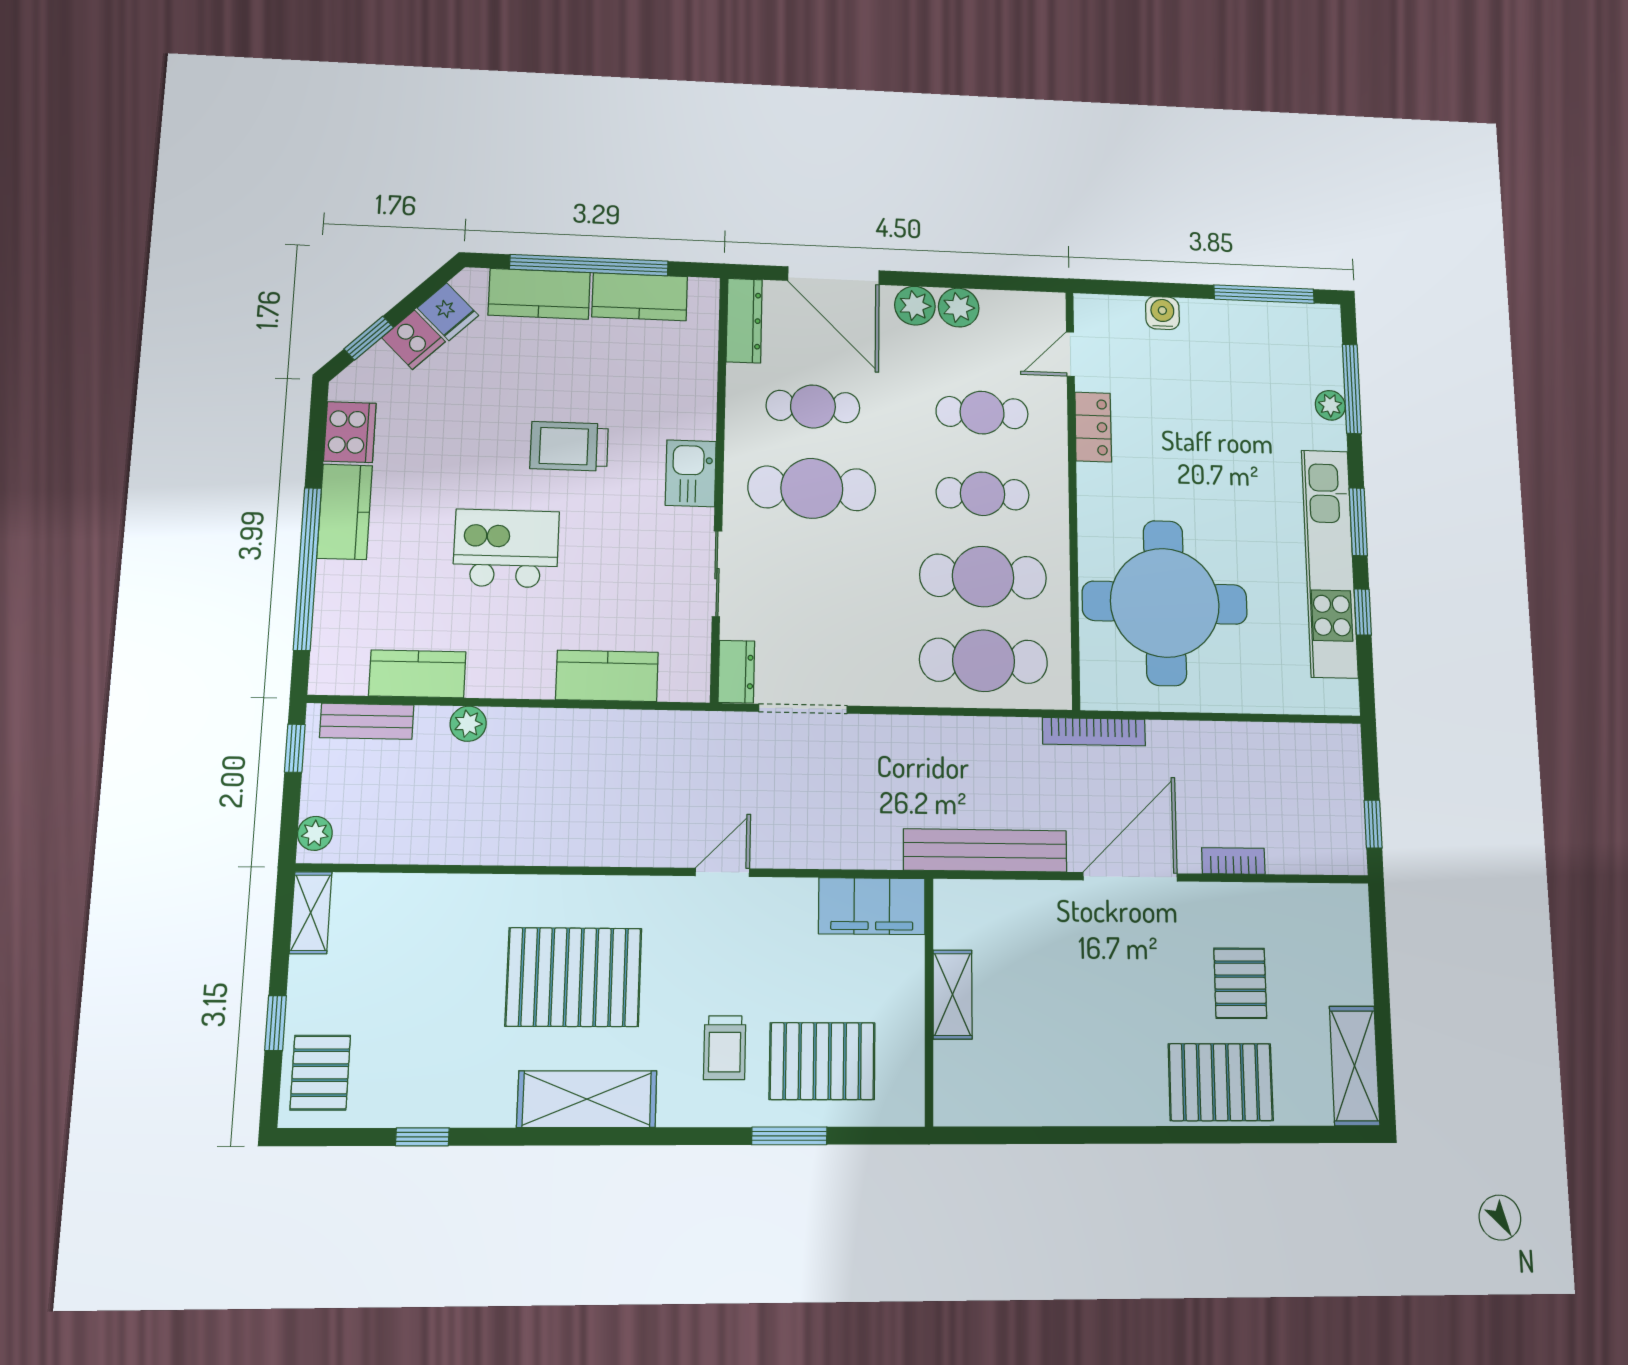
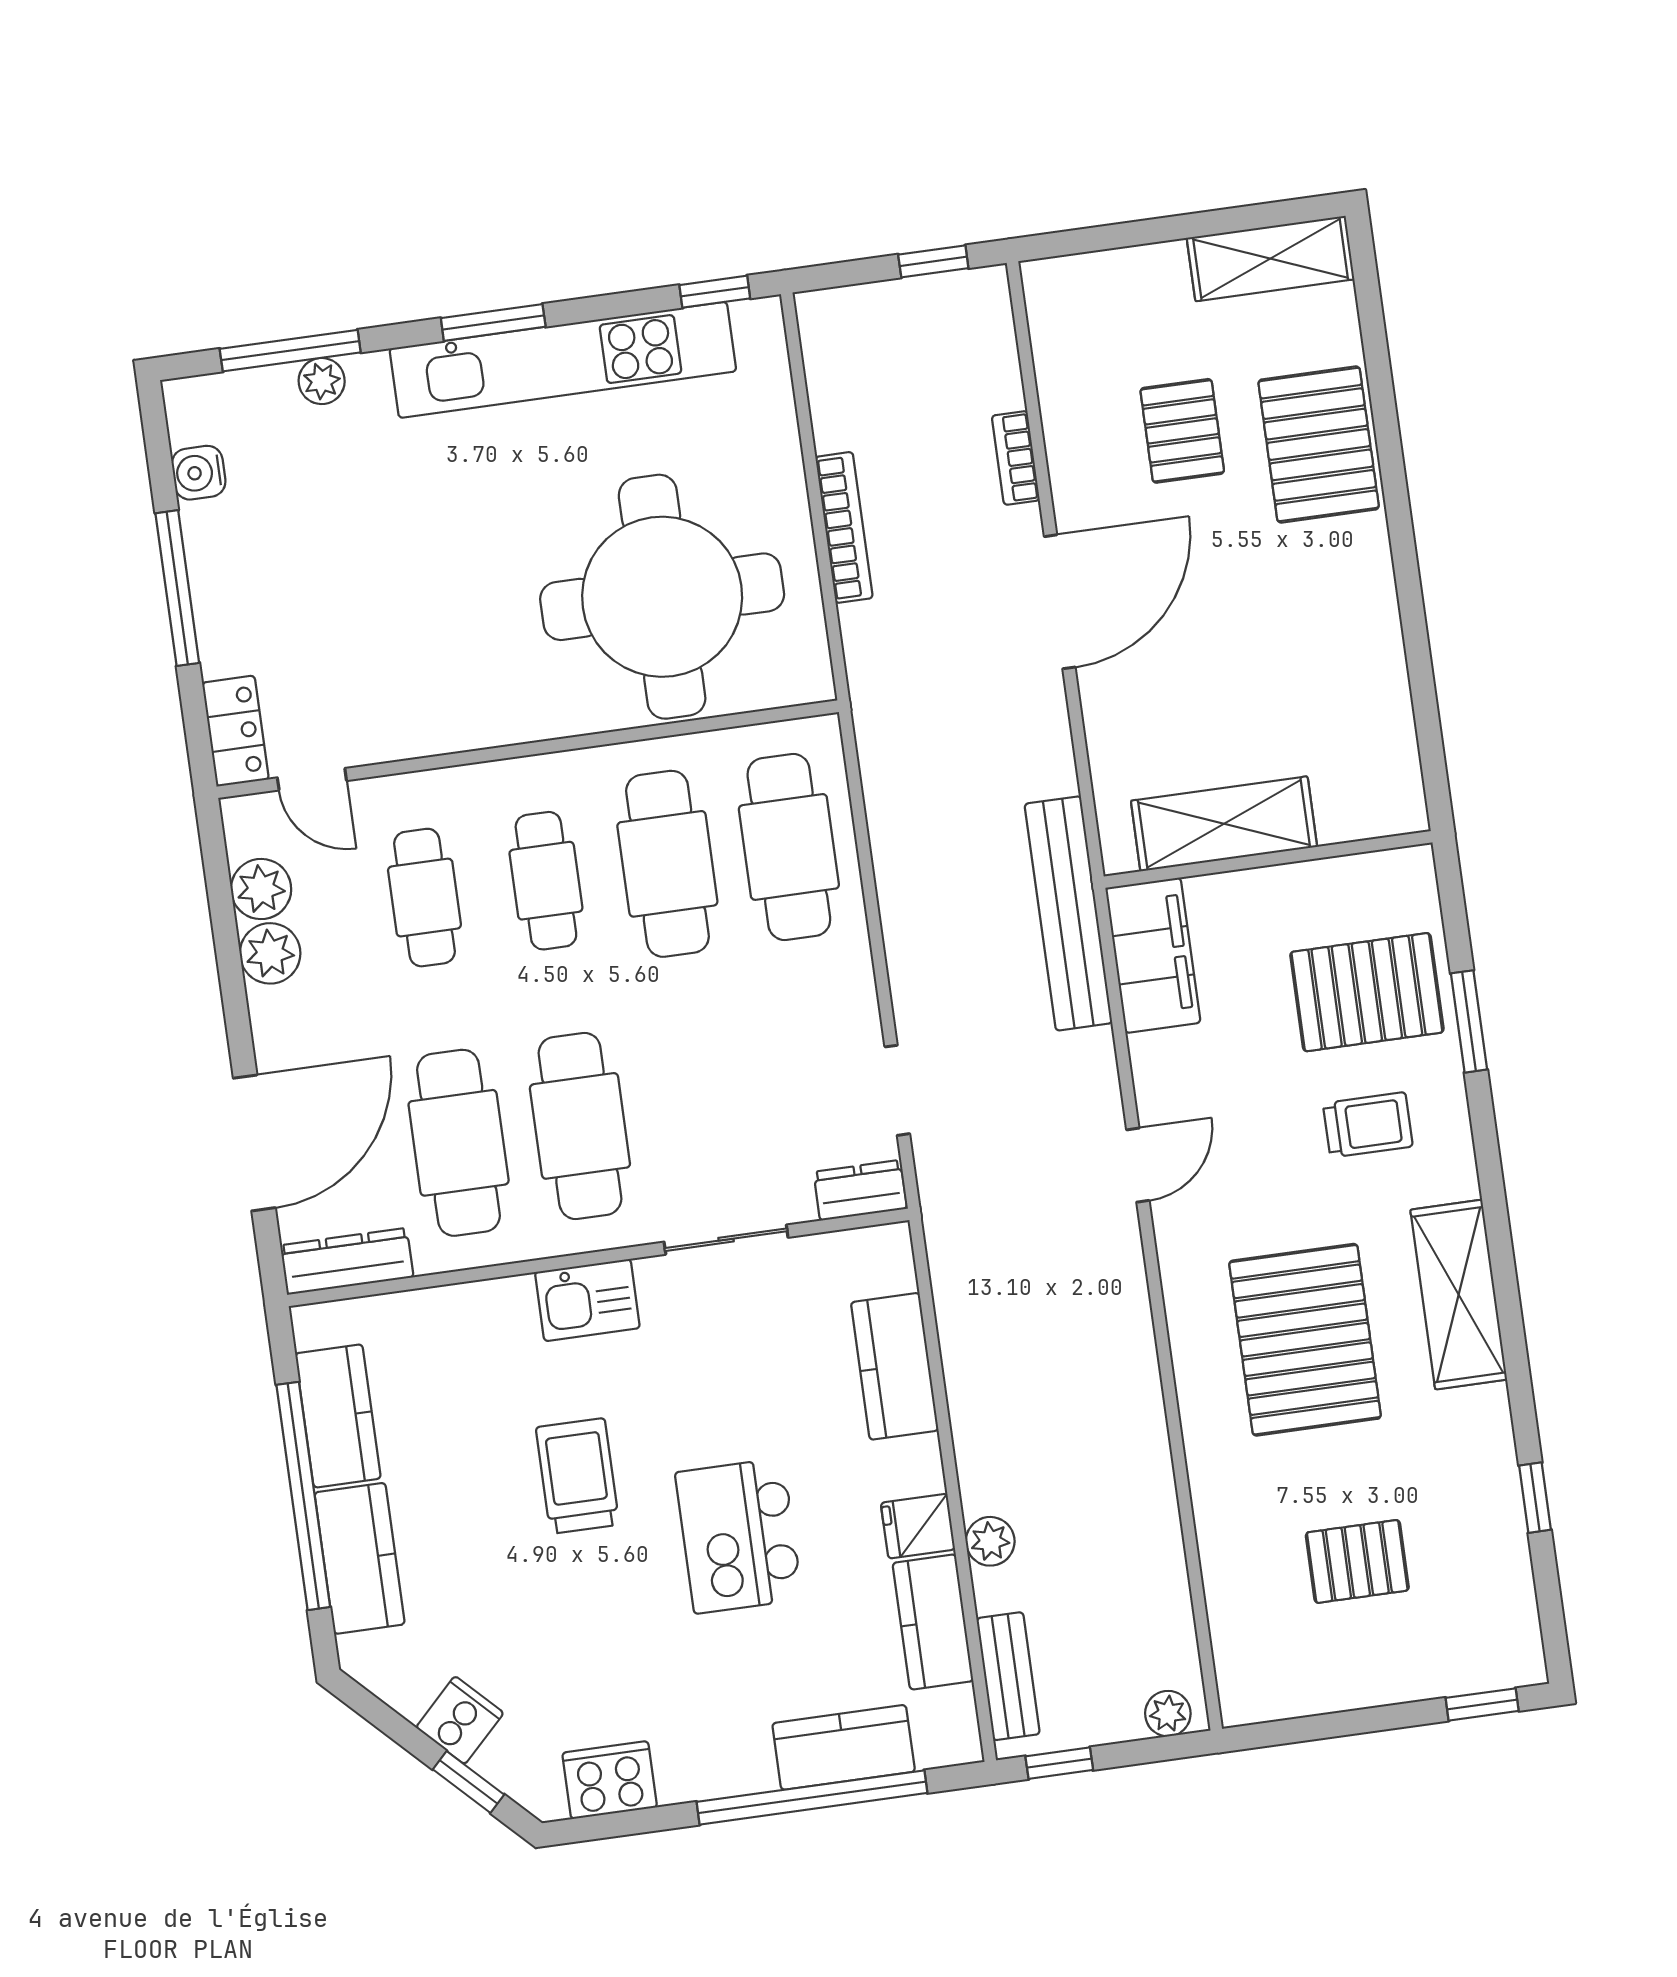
window: (1264, 294) -> (177, 588), moved
plant: (915, 306) -> (261, 889), moved
fridge: (448, 312) -> (918, 1526), moved, turned -135
water cooler: (1162, 313) -> (199, 473), moved
cafe table: (813, 406) -> (459, 1143), width x1.37, depth x1.35
locker: (1093, 427) -> (235, 731), moved, turned 90
trolley: (569, 446) -> (578, 1476), turned 180
kitchen counter: (345, 512) -> (844, 1747), moved
window: (1363, 612) -> (715, 292), moved
doorway: (803, 709) -> (897, 1090), width x0.73
bookcase: (1094, 732) -> (844, 527), moved
bench: (985, 850) -> (1068, 913), moved
door: (722, 872) -> (1138, 1165), swing flipped
door: (1130, 877) -> (1060, 602), swing flipped
shelving: (311, 913) -> (1272, 1698), removed
pallet: (1240, 983) -> (1182, 431), turned 90
shelving: (953, 994) -> (1224, 824), width x1.50, depth x1.33
window: (276, 1023) -> (1482, 1704), moved
pallet: (822, 1061) -> (1367, 992), turned 90
pallet: (320, 1073) -> (1357, 1561), moved

